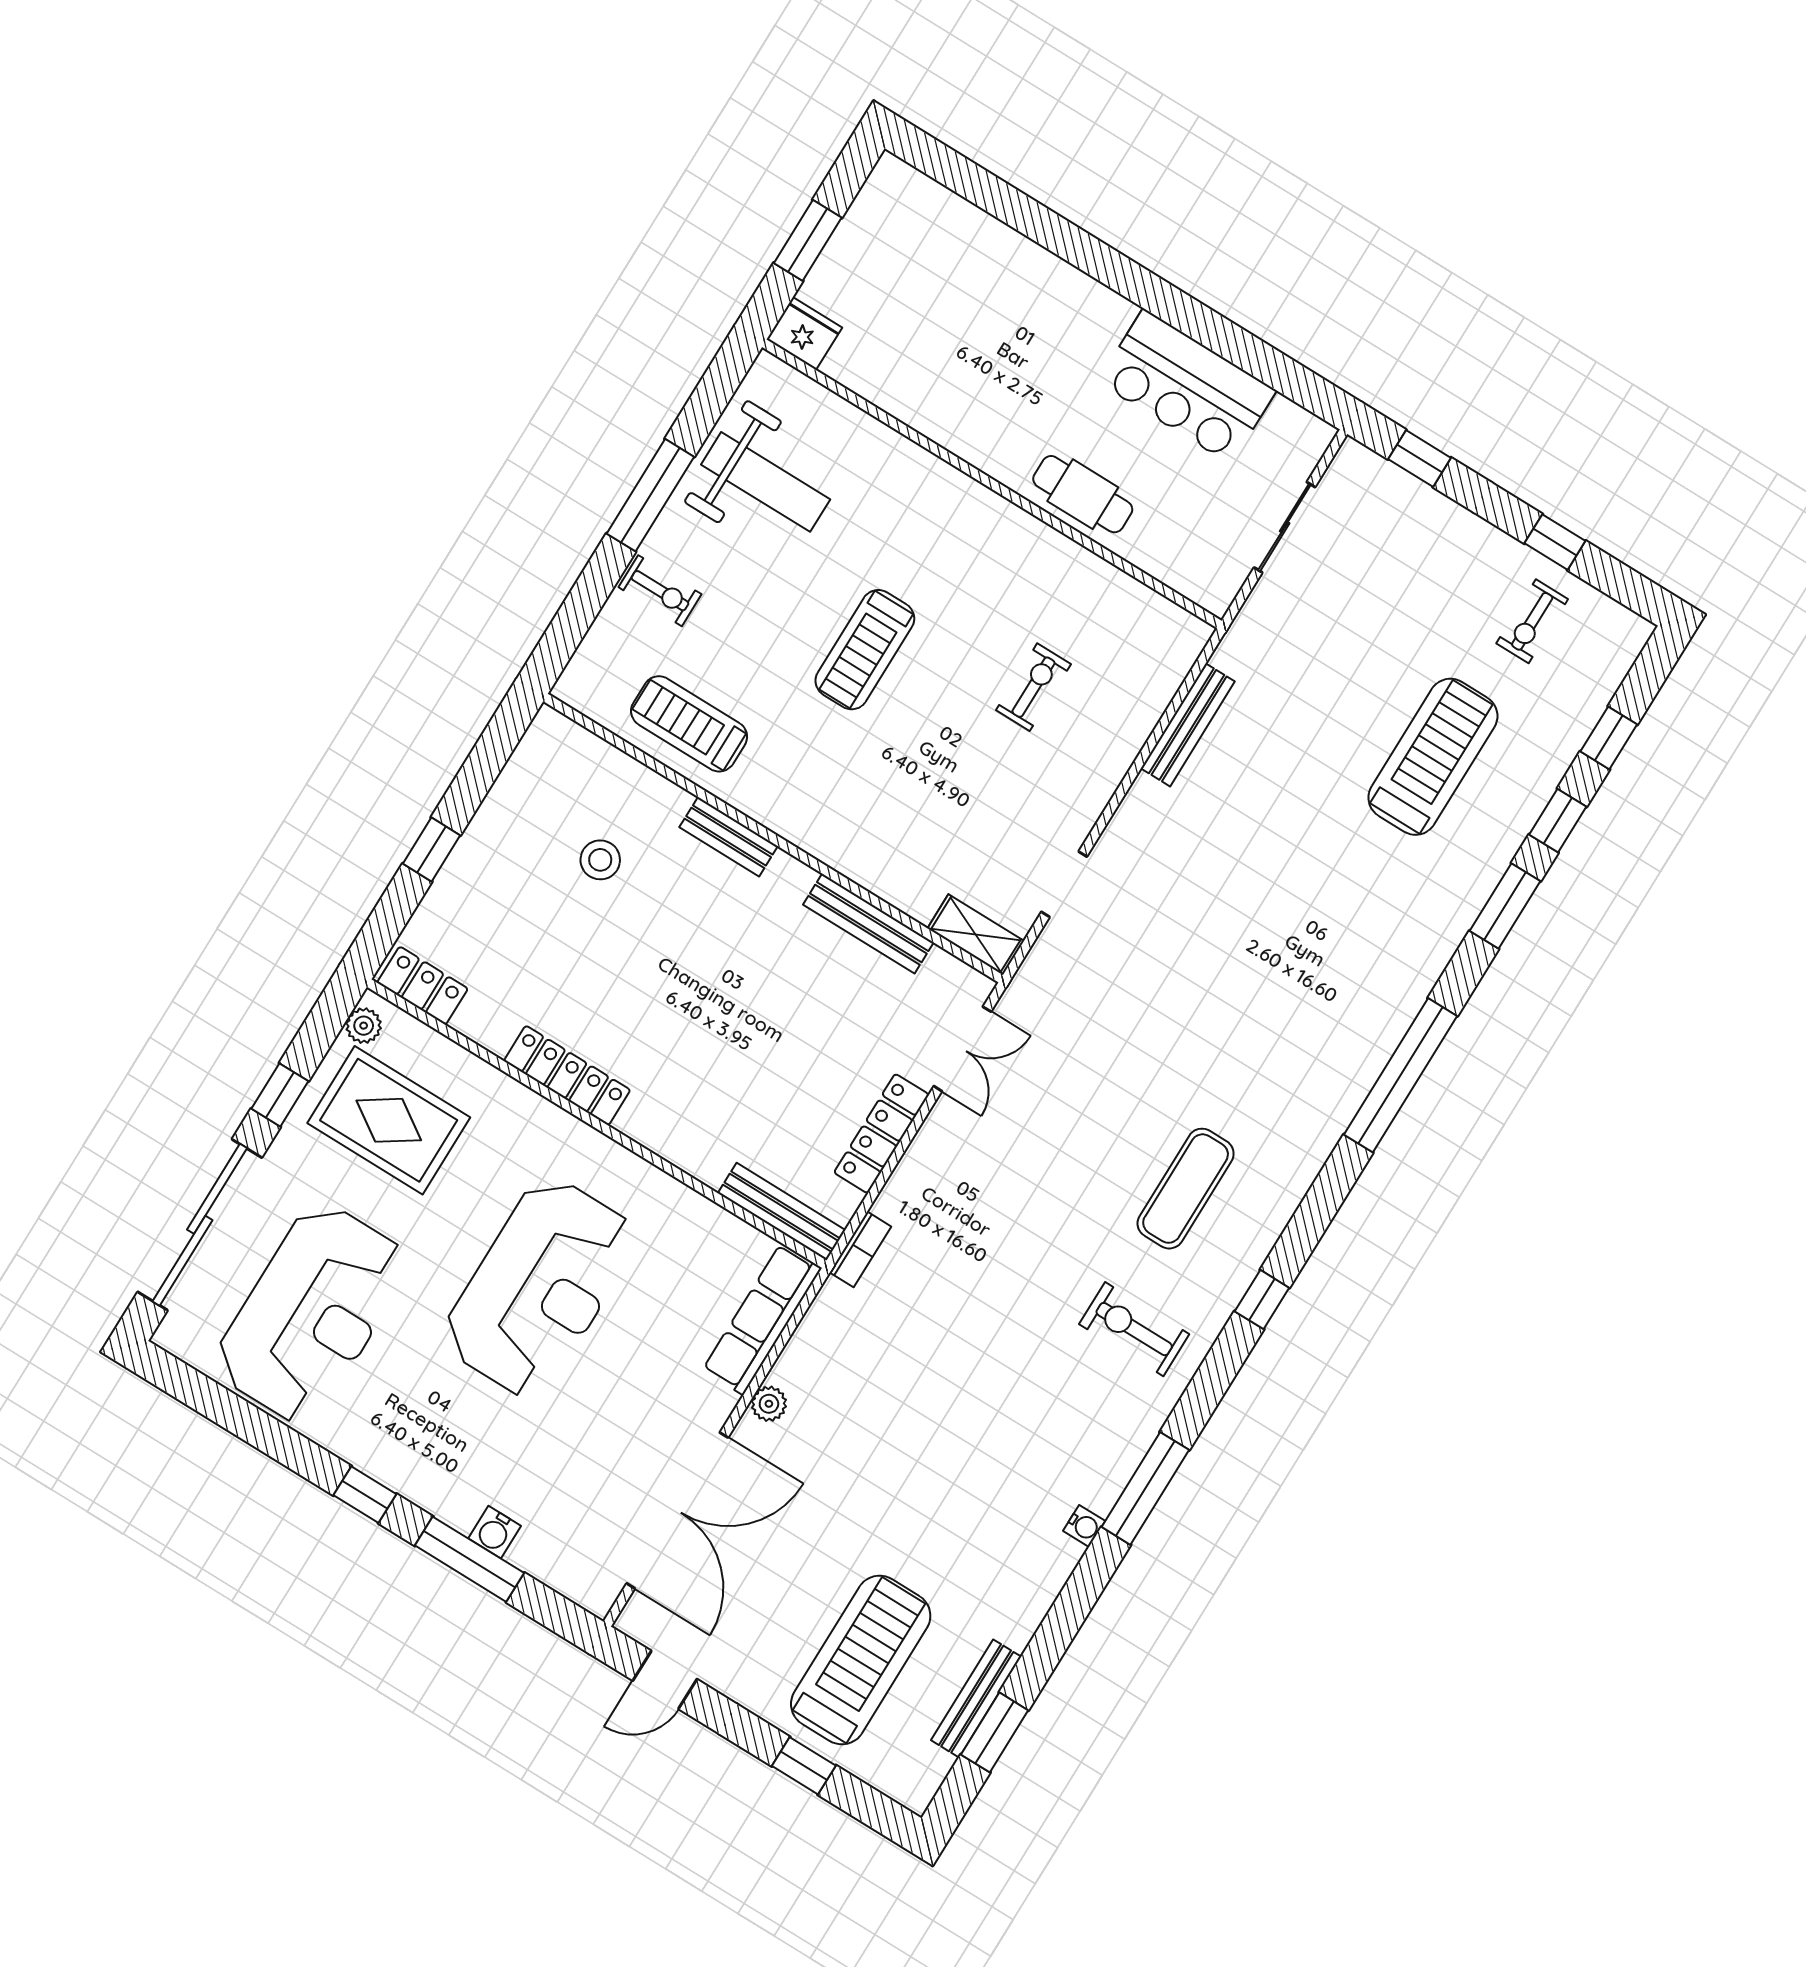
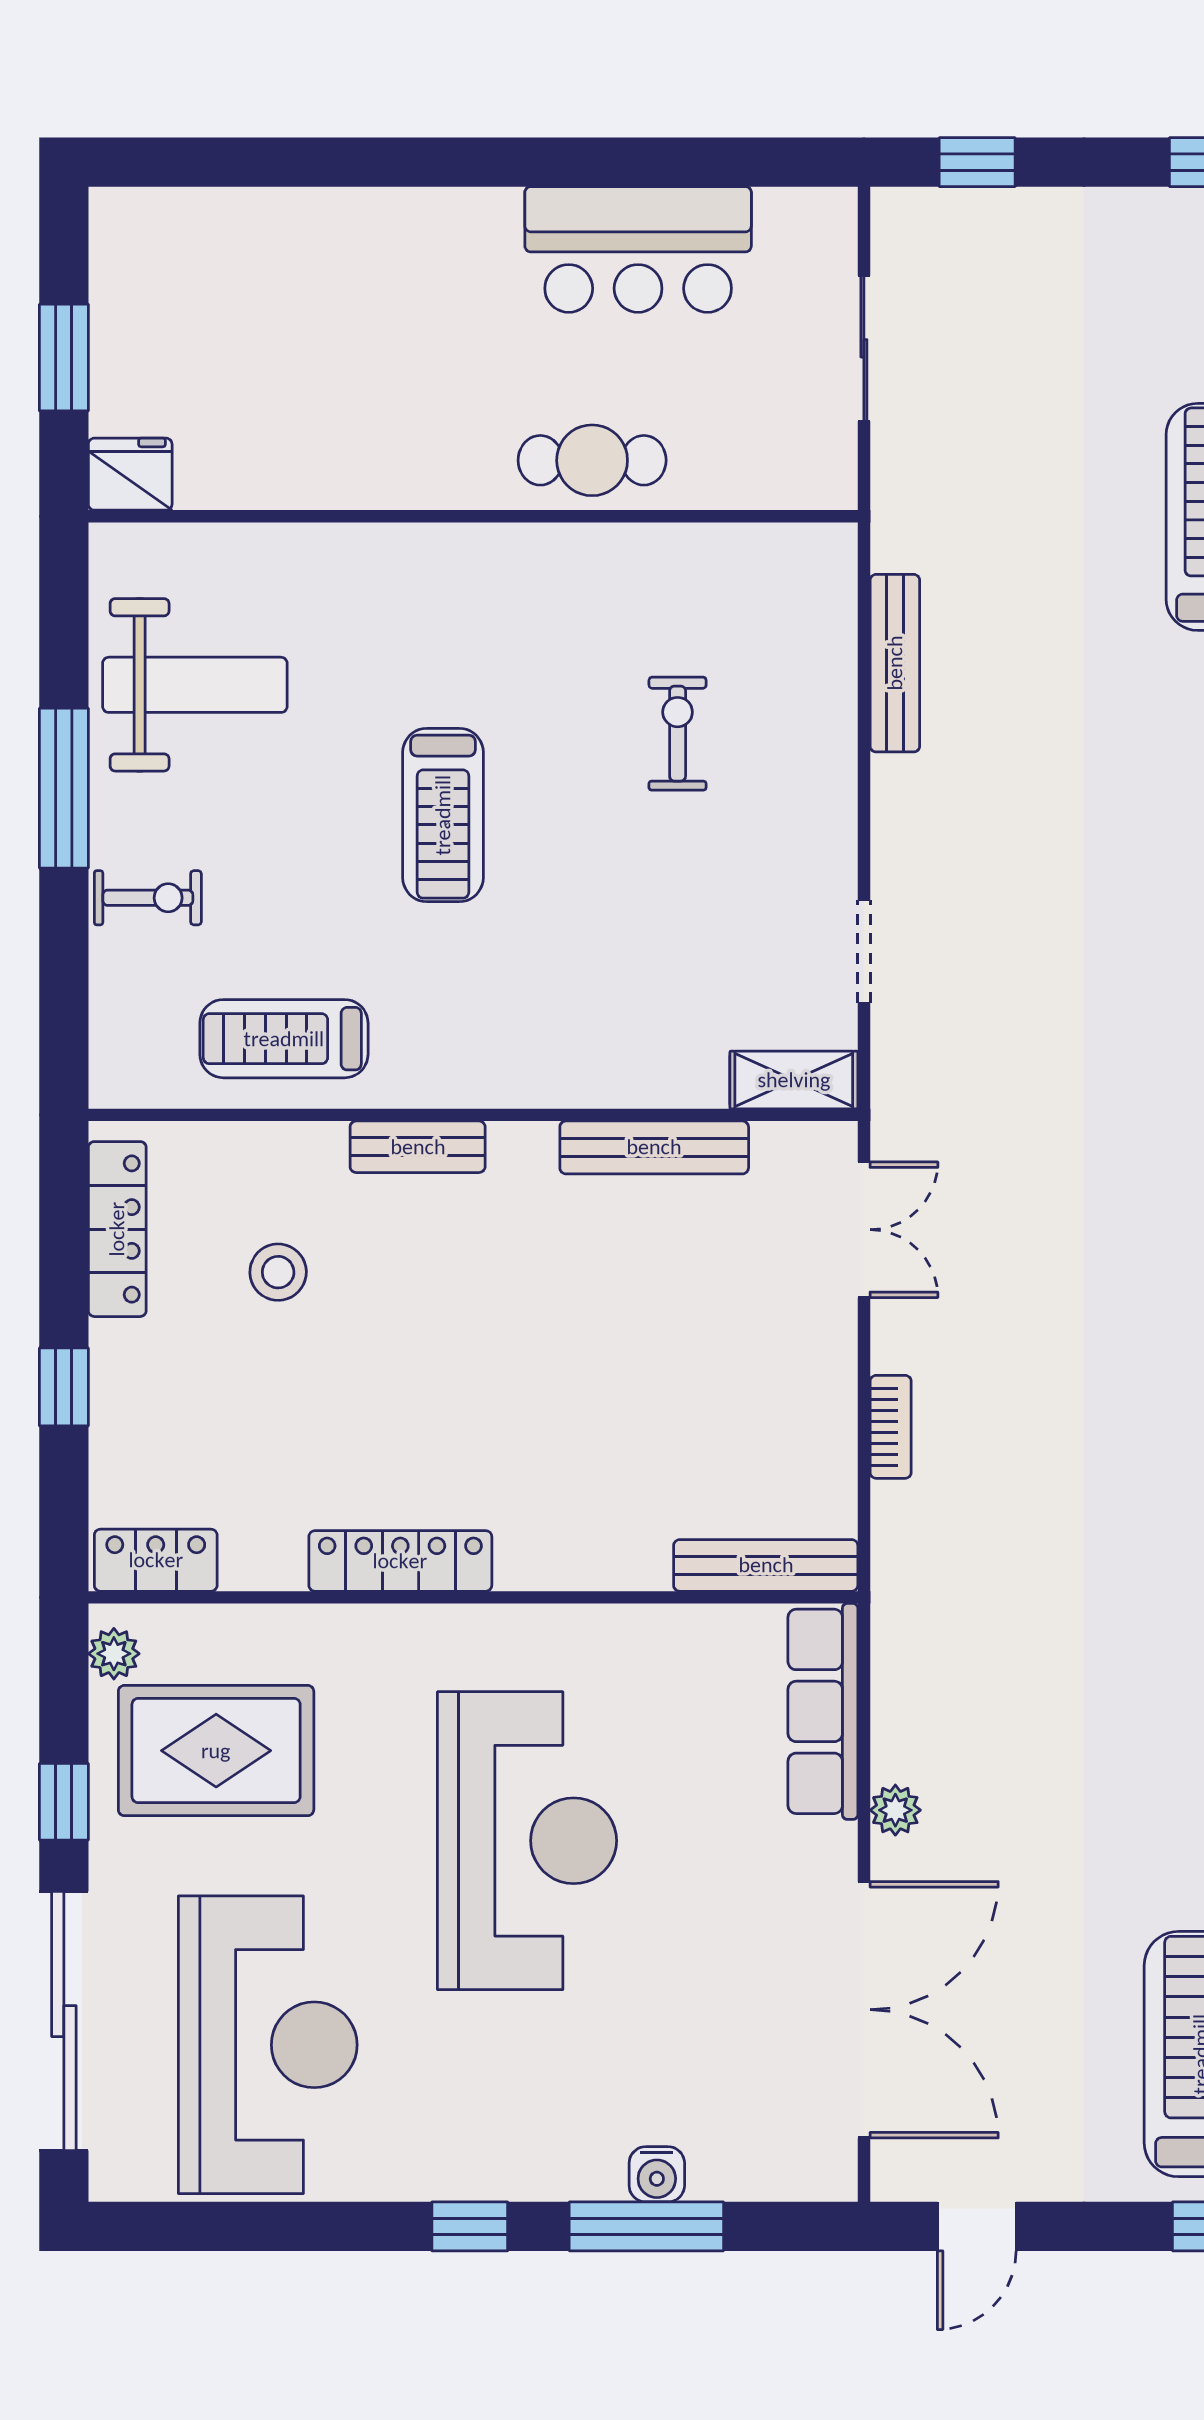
locker: (881, 1134) -> (117, 1229), moved, turned 180
bookcase: (860, 1249) -> (891, 1427), moved

